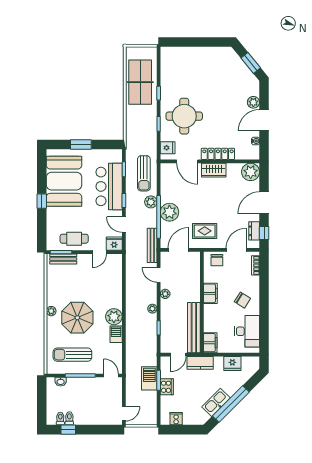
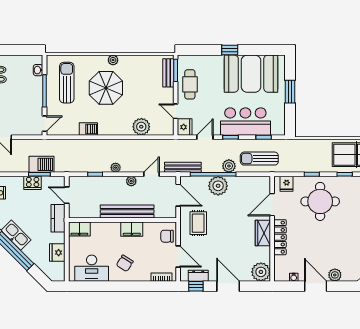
plant: (114, 317) -> (141, 127), moved
bench: (194, 328) -> (127, 212), moved

